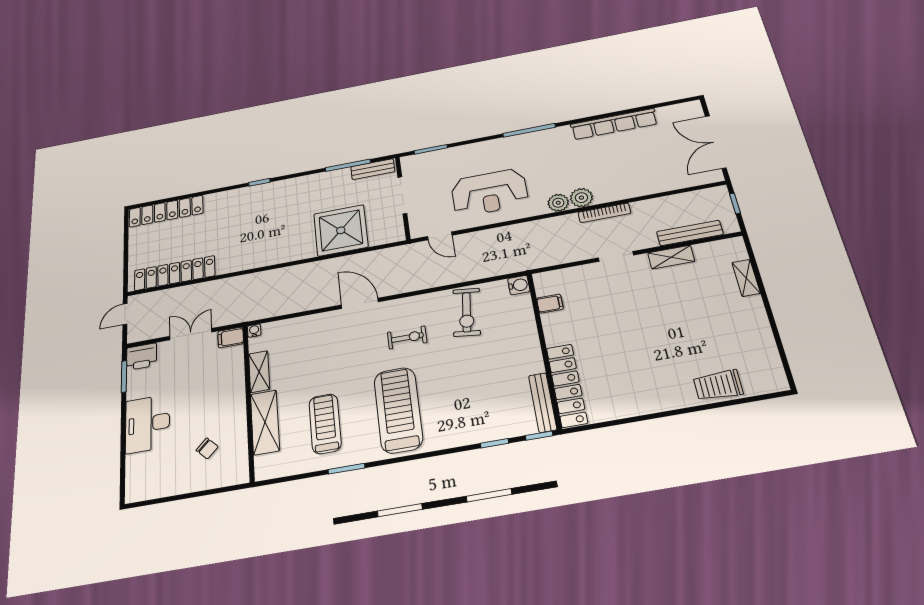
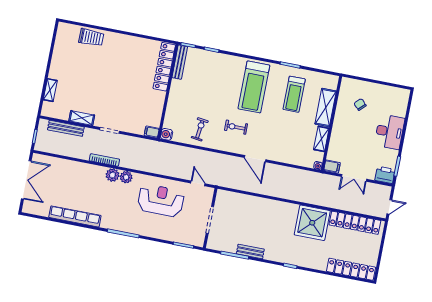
bench: (373, 169) -> (250, 252), moved
shower: (341, 230) -> (312, 223), moved
filing cabinet: (550, 304) -> (152, 132), moved
exercise bike: (467, 312) -> (200, 129), width x0.73, depth x0.72

